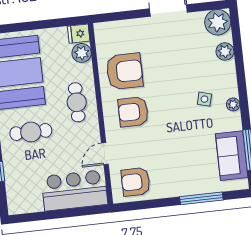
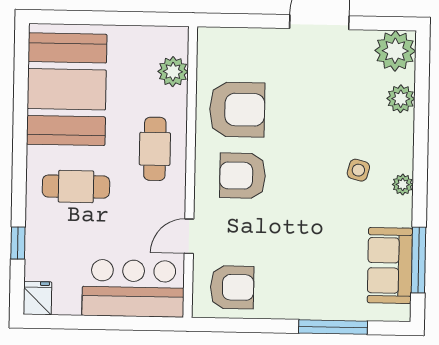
fridge: (79, 34) -> (37, 298), moved, turned 90
armchair: (136, 182) -> (232, 287), turned 180

